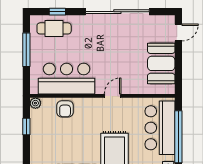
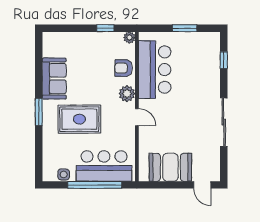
sliding door: (117, 12) -> (224, 122), width x0.73
cafe table: (54, 28) -> (206, 57), removed
window: (26, 50) -> (185, 28), width x0.69
plant: (90, 106) -> (127, 94), added

